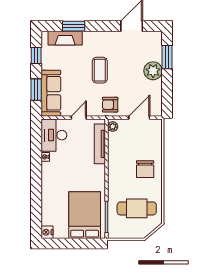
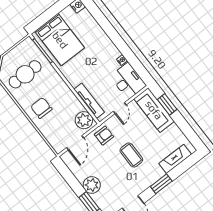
window: (74, 26) -> (161, 184), moved
window: (36, 56) -> (187, 129), removed
plant: (113, 127) -> (84, 120), width x1.87, depth x1.87

